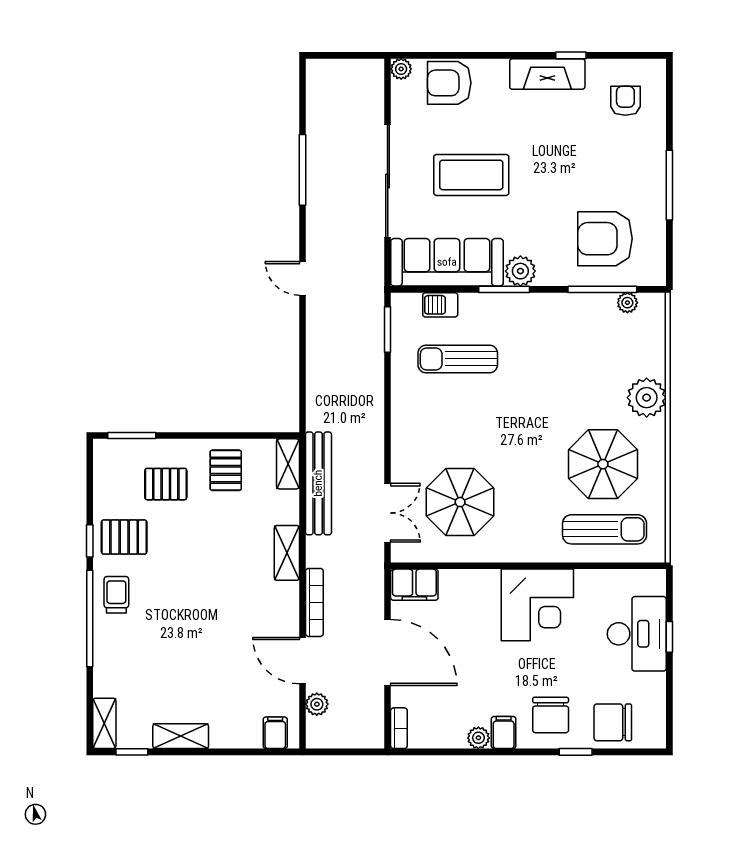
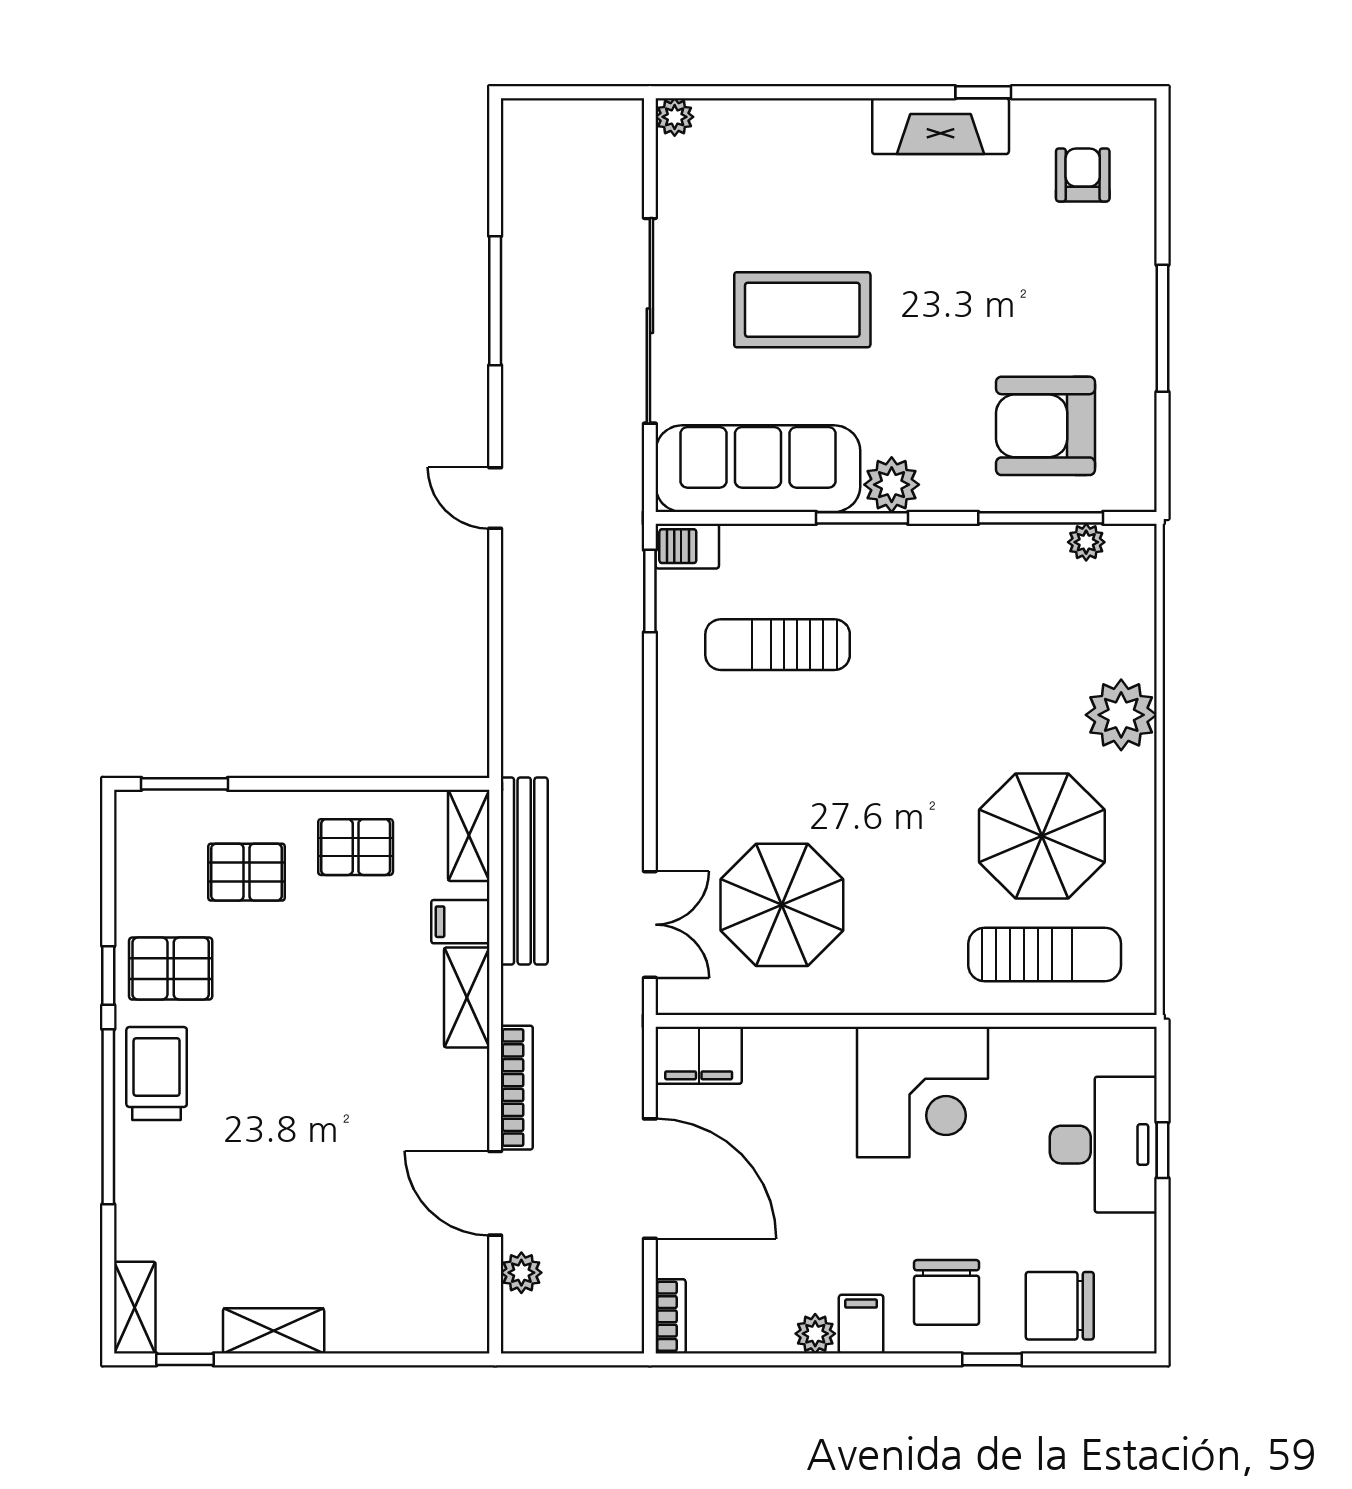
armchair: (449, 83) -> (762, 142), removed
barbecue: (440, 305) -> (687, 546), moved
pallet: (226, 470) -> (356, 847), turned 90
trolley: (116, 595) -> (157, 1074), width x1.36, depth x1.39
filing cabinet: (275, 733) -> (460, 922), moved, turned -90

